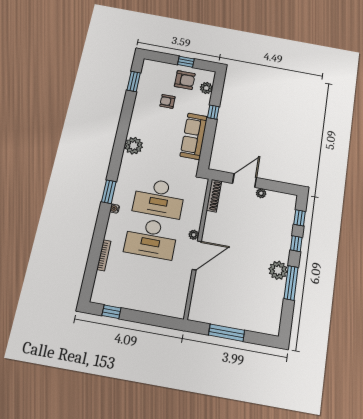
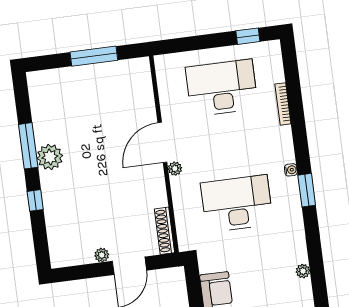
plant: (134, 146) -> (303, 271), width x0.53, depth x0.53
window: (300, 218) -> (40, 237), removed
desk: (151, 238) -> (222, 88), moved

